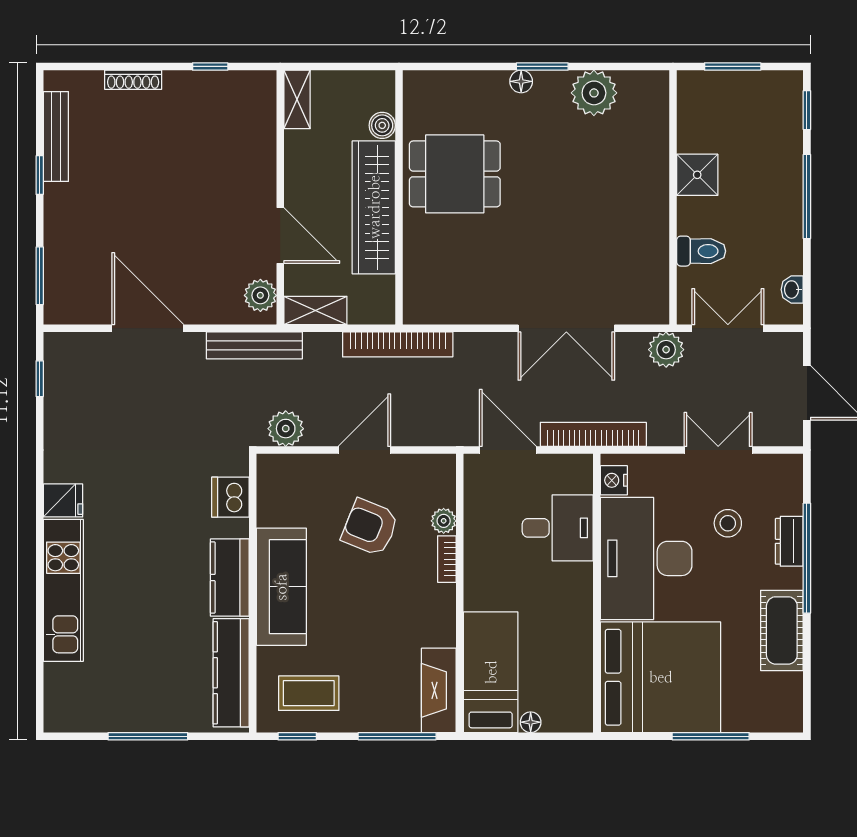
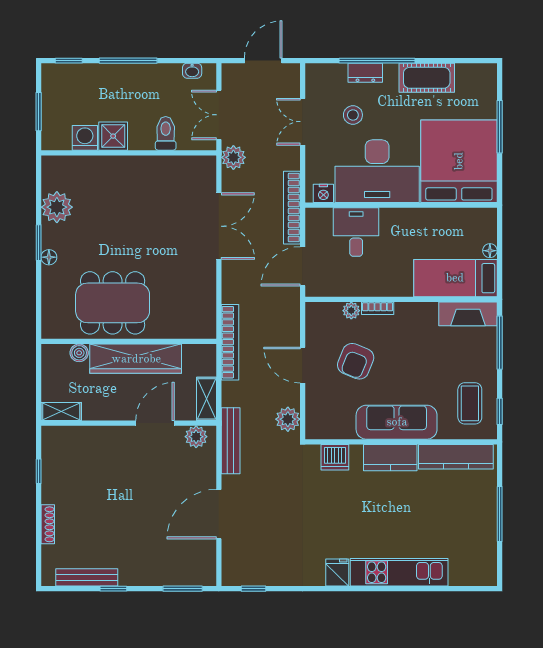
washing machine: (695, 134) -> (85, 138), added
dining table: (455, 174) -> (113, 303), width x1.38

